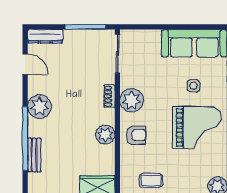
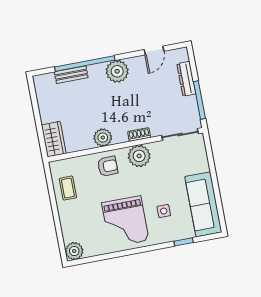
dresser: (45, 36) -> (186, 79), moved
armchair: (136, 135) -> (108, 166), turned -91

